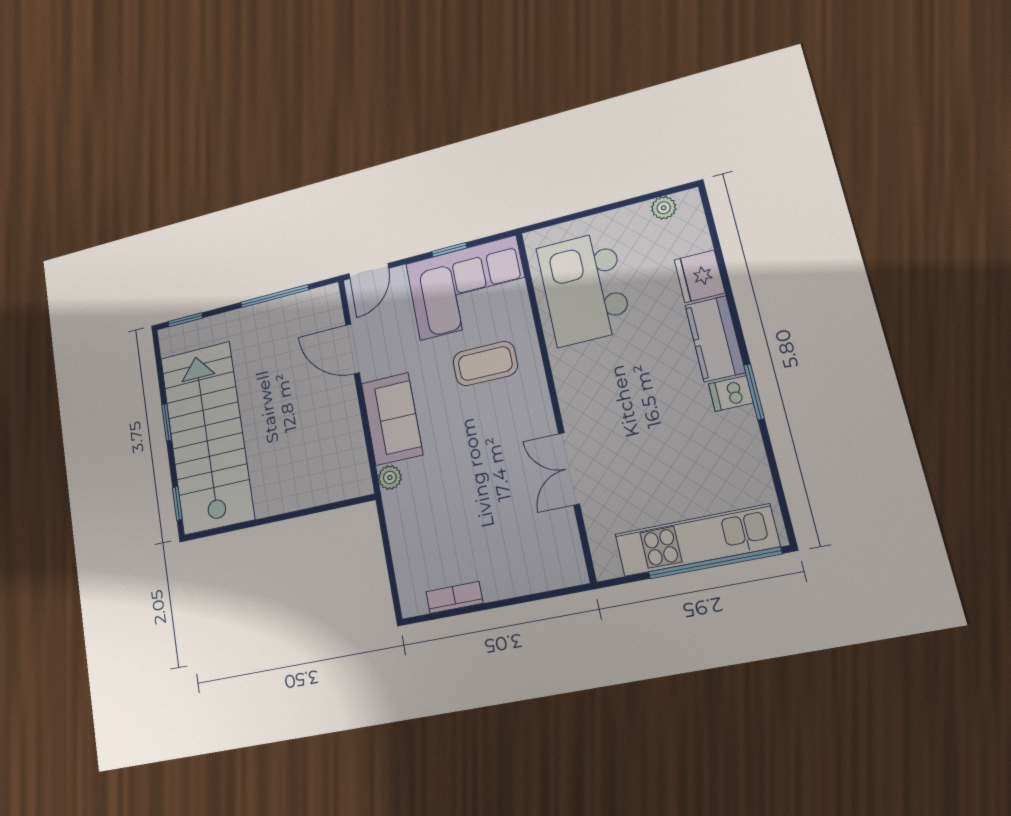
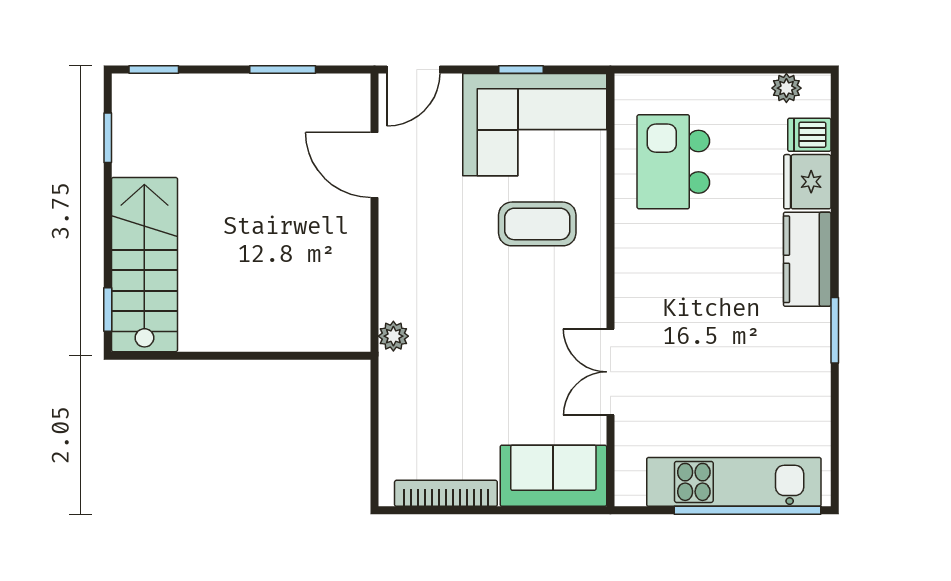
kitchen island: (584, 288) -> (673, 162), width x0.73, depth x0.78
window: (275, 296) -> (283, 70), width x0.69
dishwasher: (731, 393) -> (809, 135), moved
sofa: (392, 419) -> (553, 476), moved, turned -90
window: (167, 422) -> (108, 138), moved
stairs: (207, 437) -> (144, 265), width x0.73, depth x0.66
bookcase: (454, 597) -> (446, 493), width x1.56

